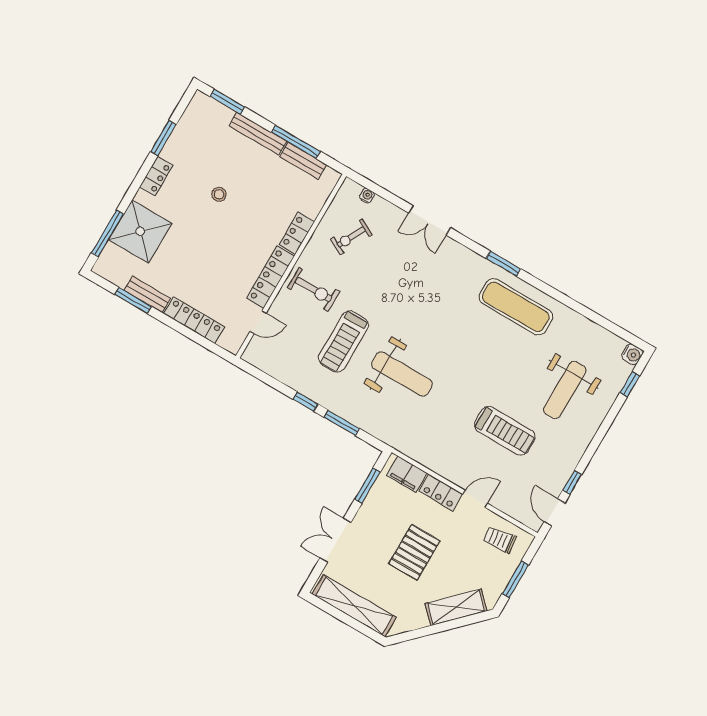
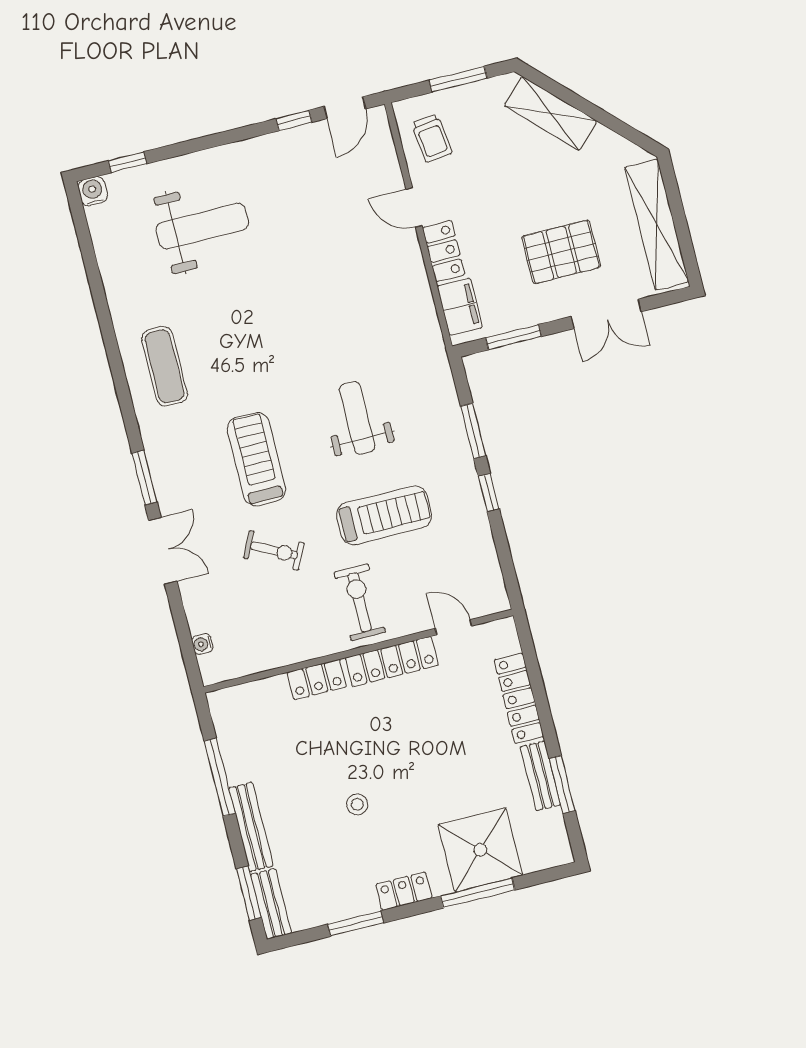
bench: (303, 161) -> (271, 904), moved
window: (107, 233) -> (478, 893), moved
exercise bike: (351, 237) -> (274, 550), moved
window: (504, 264) -> (144, 478), moved
exercise mat: (516, 307) -> (165, 366), width x0.73, depth x0.69
weight bench: (402, 374) -> (357, 418), width x0.73, depth x0.75
treadmill: (505, 431) -> (257, 459), moved
pallet: (414, 552) -> (561, 252), moved

